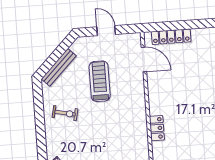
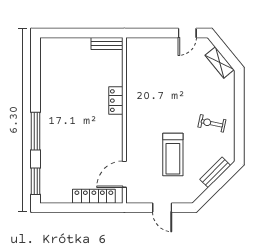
door: (144, 59) -> (124, 174), hinge flipped
bench: (59, 67) -> (215, 172), width x0.73

